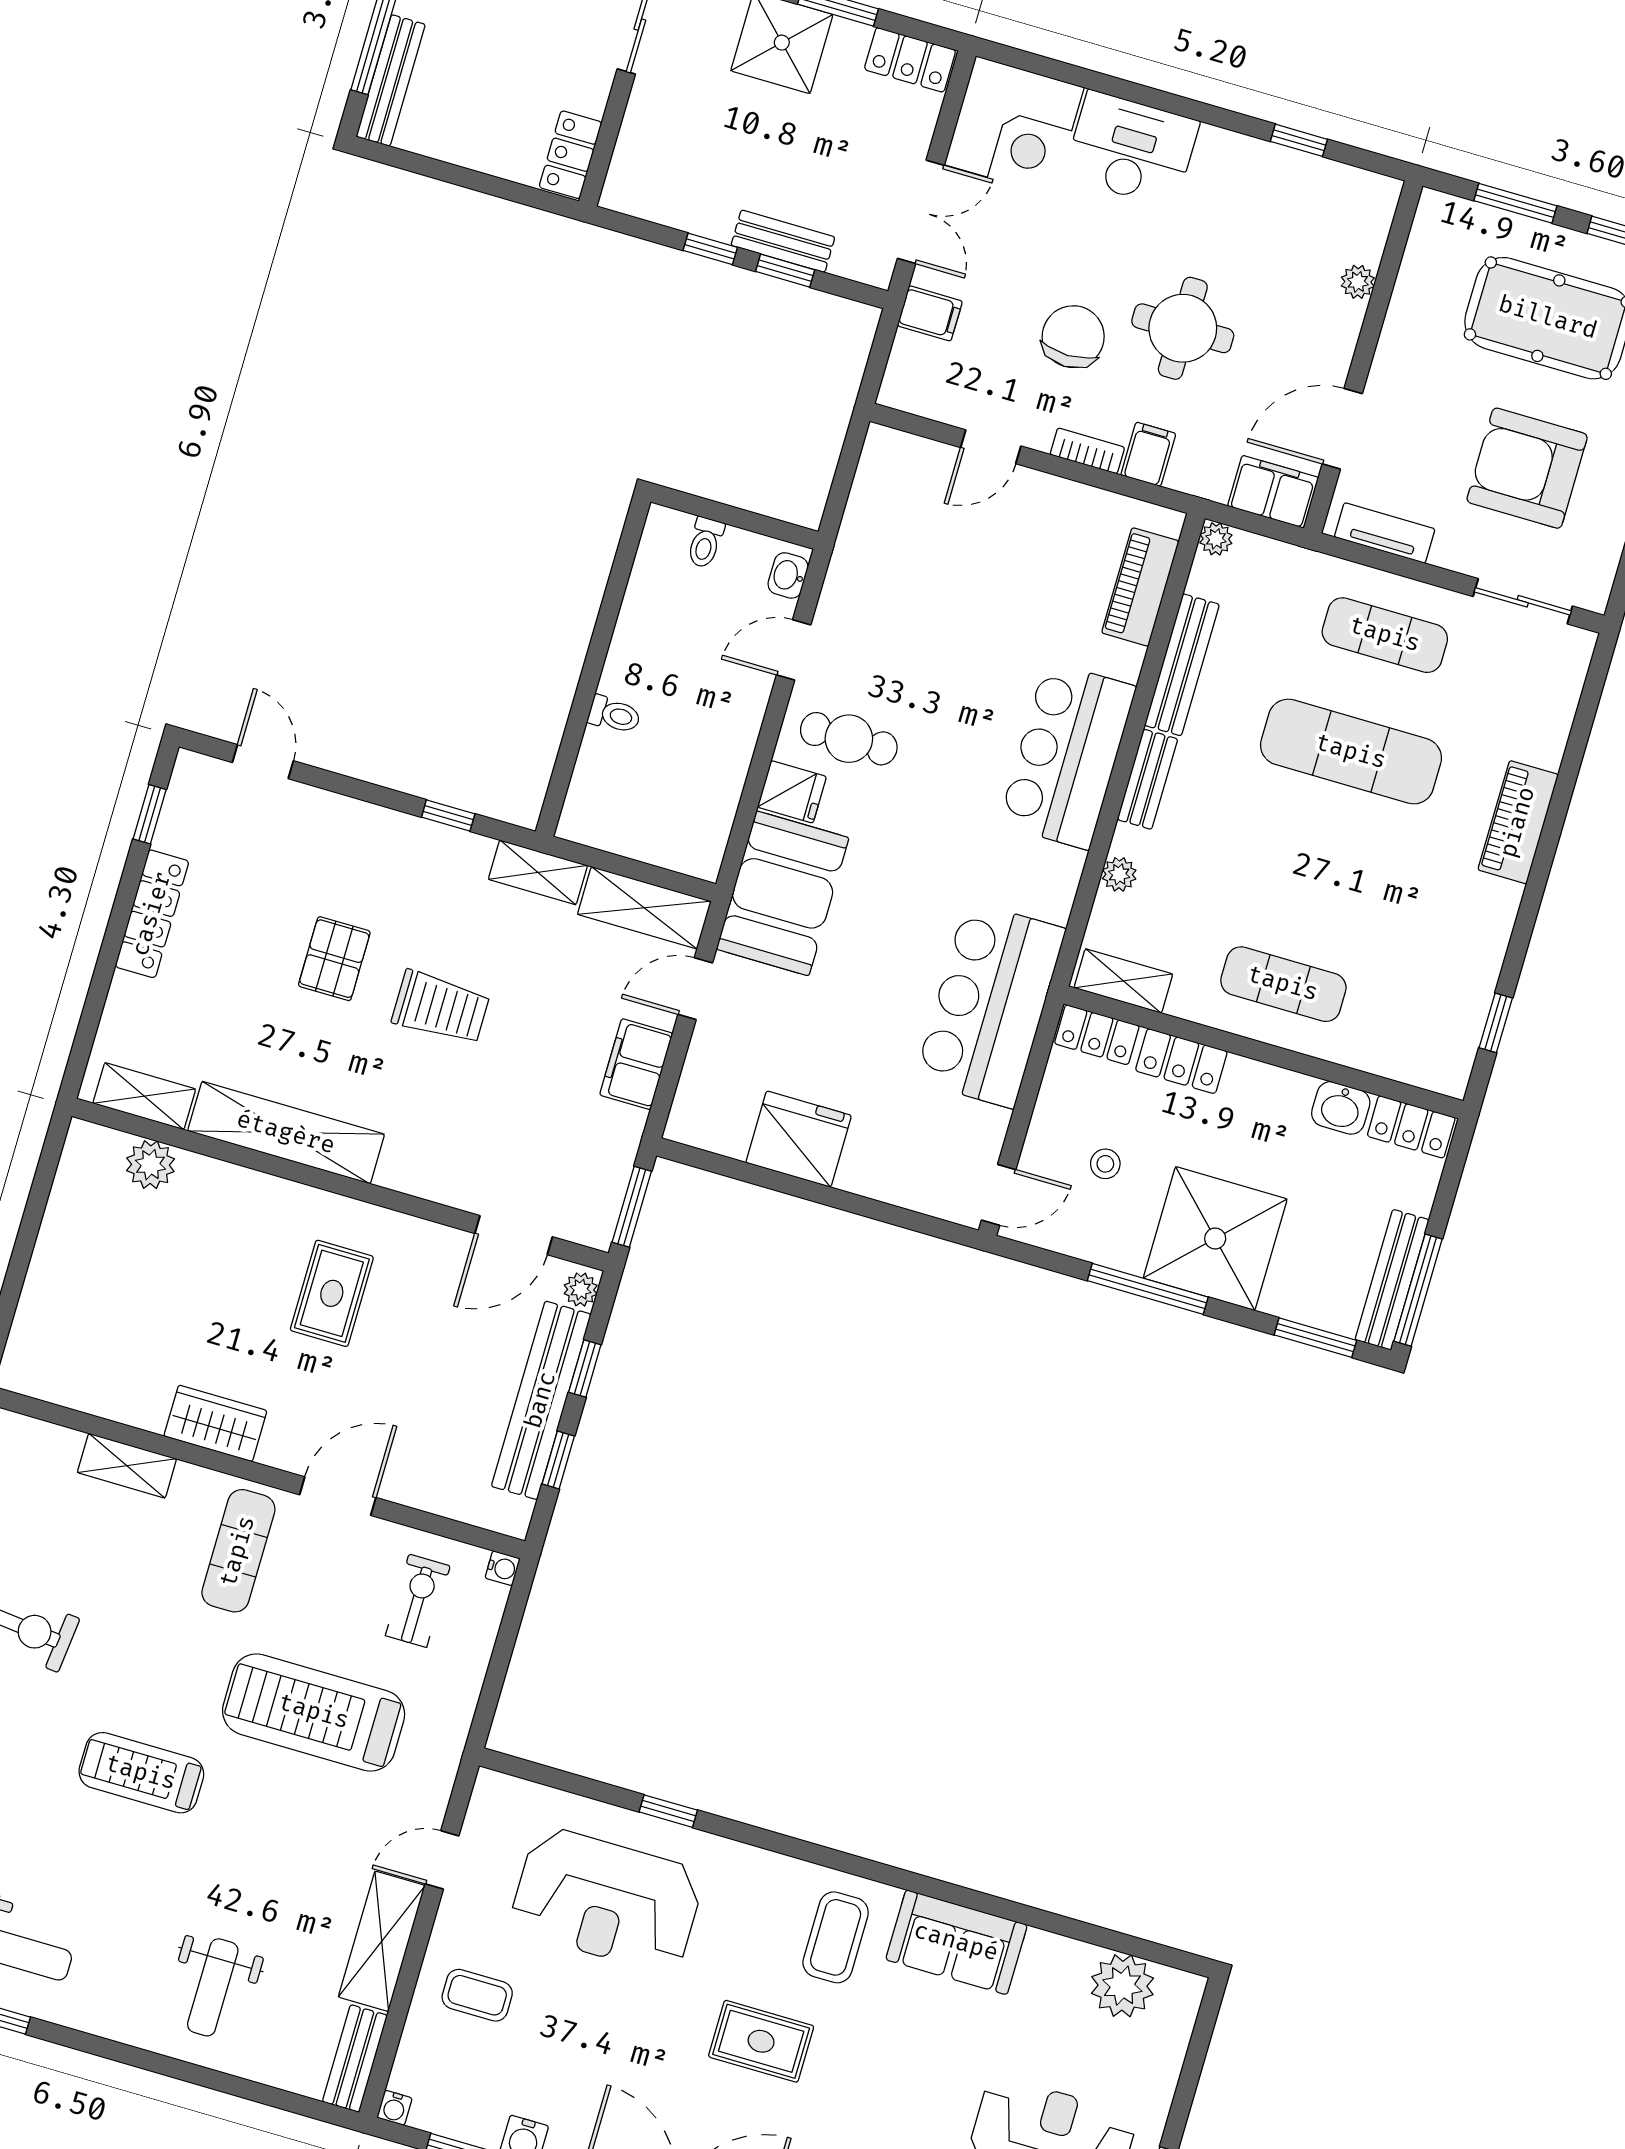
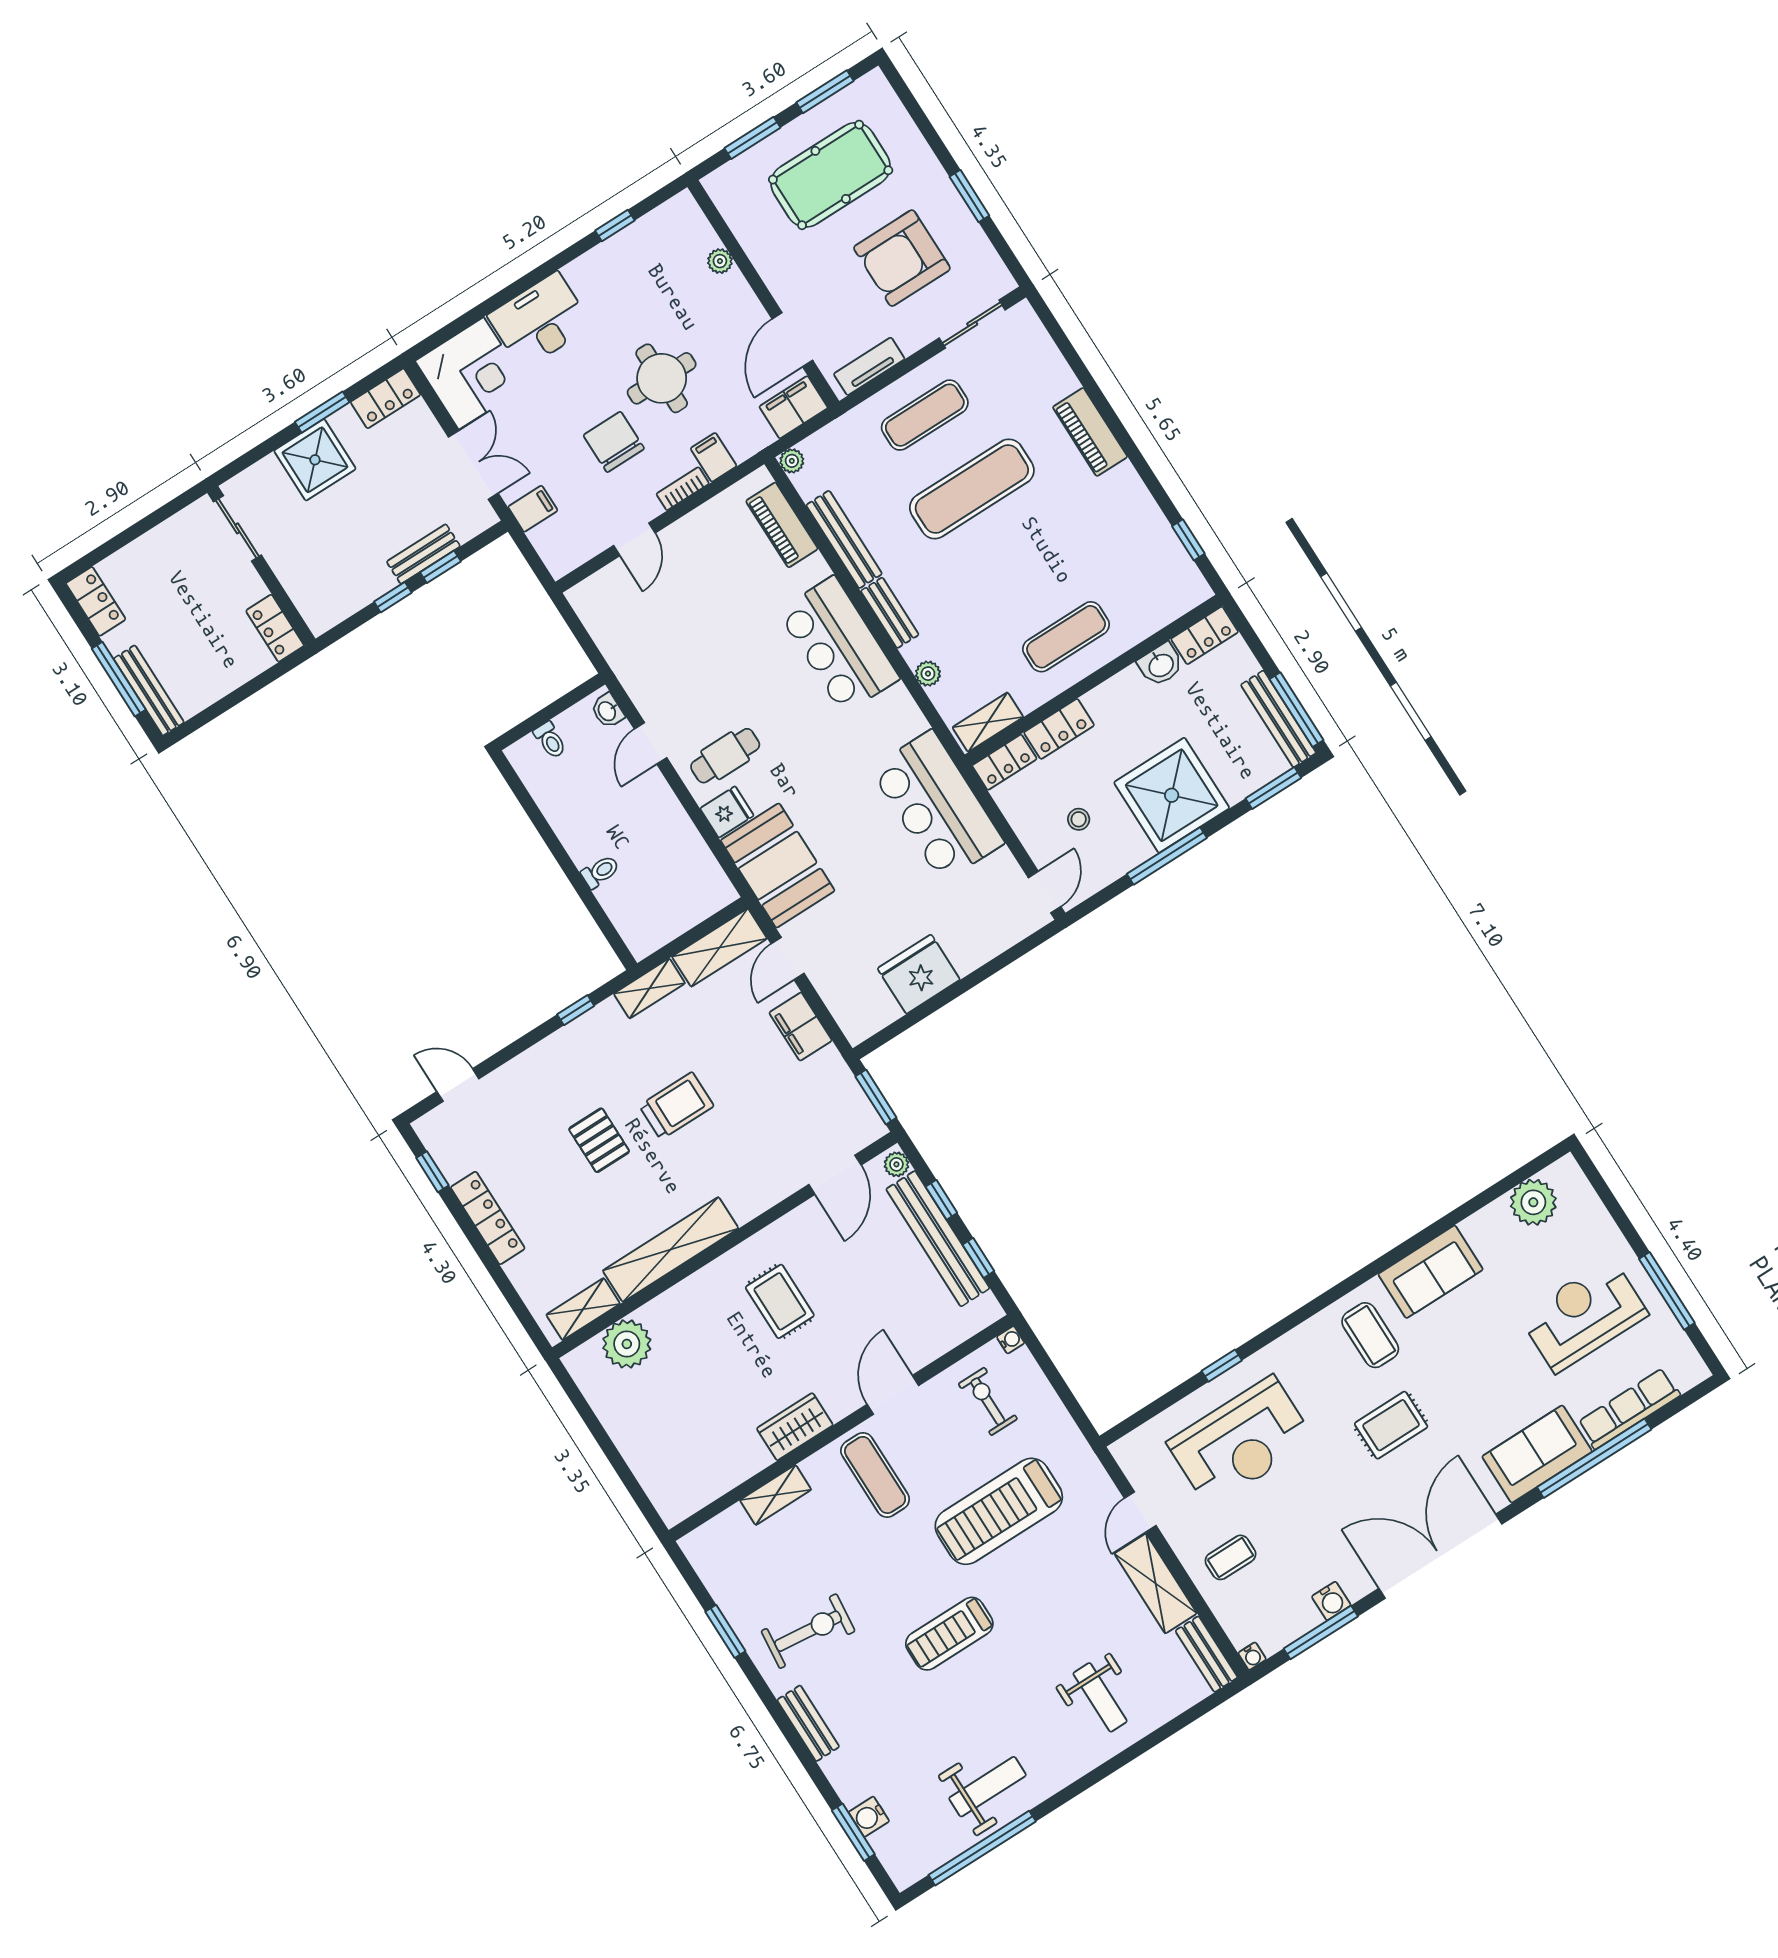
plant: (150, 1165) -> (627, 1344), width x1.36, depth x1.36

